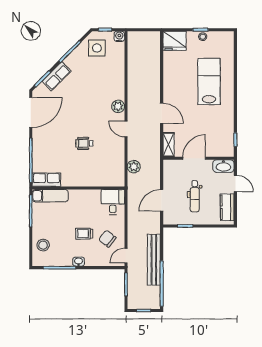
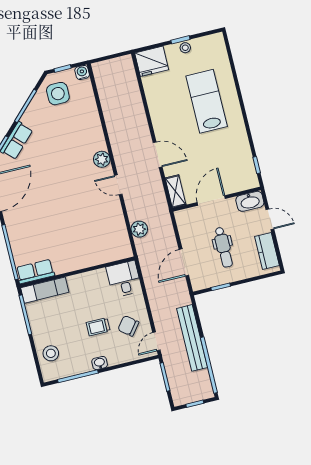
wheelchair: (84, 143) -> (71, 215), removed

